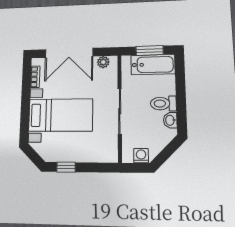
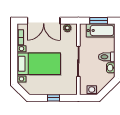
window: (66, 167) -> (54, 98), moved

